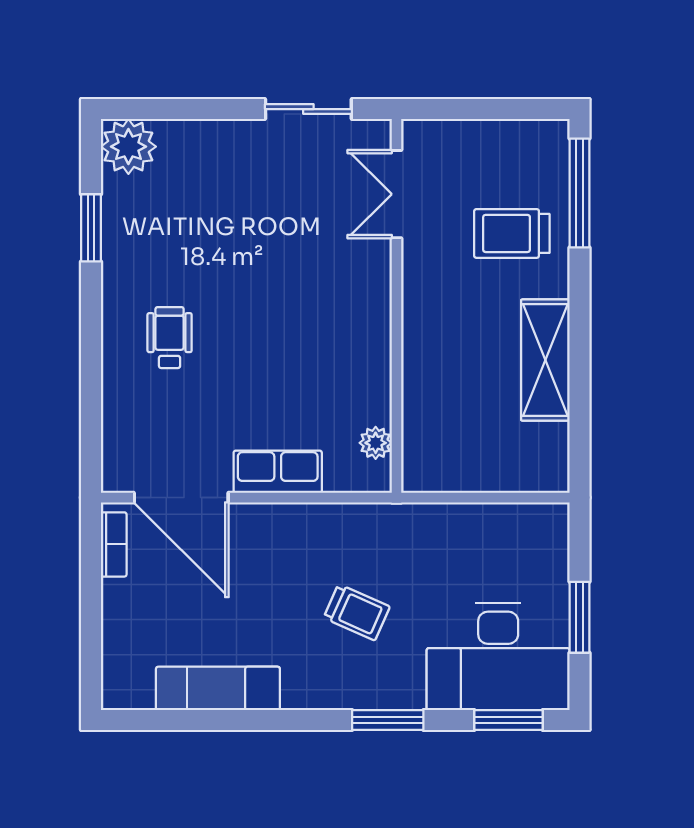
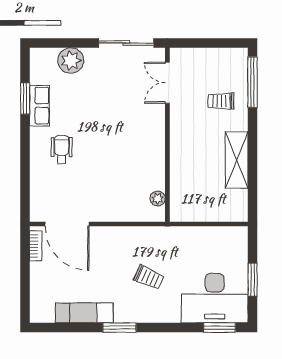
sliding door: (308, 109) -> (126, 43), width x1.37
plant: (128, 147) -> (71, 61), moved
trolley: (512, 233) -> (221, 101), width x0.73, depth x0.72
row of seats: (278, 472) -> (40, 106), moved, turned 90
window: (388, 720) -> (119, 328), moved

